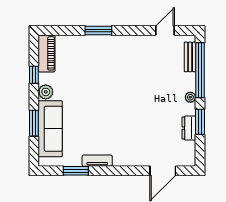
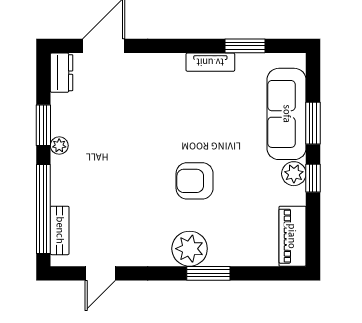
plant: (110, 46) -> (190, 249), added
window: (34, 75) -> (313, 178), moved
armchair: (107, 88) -> (195, 181), added
plant: (190, 97) -> (59, 146), moved
dresser: (189, 128) -> (61, 73), moved

